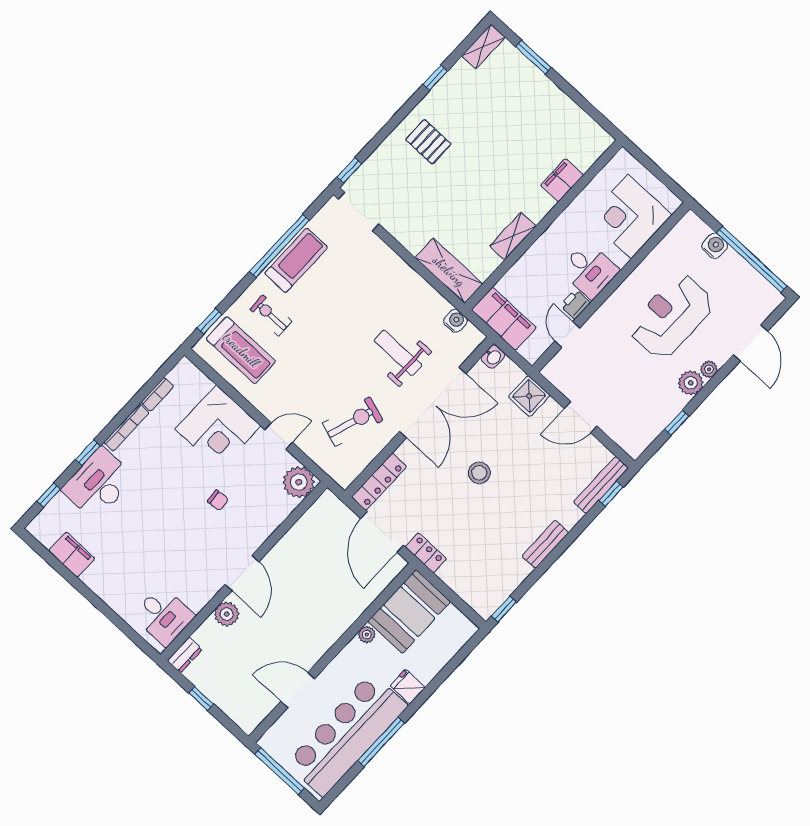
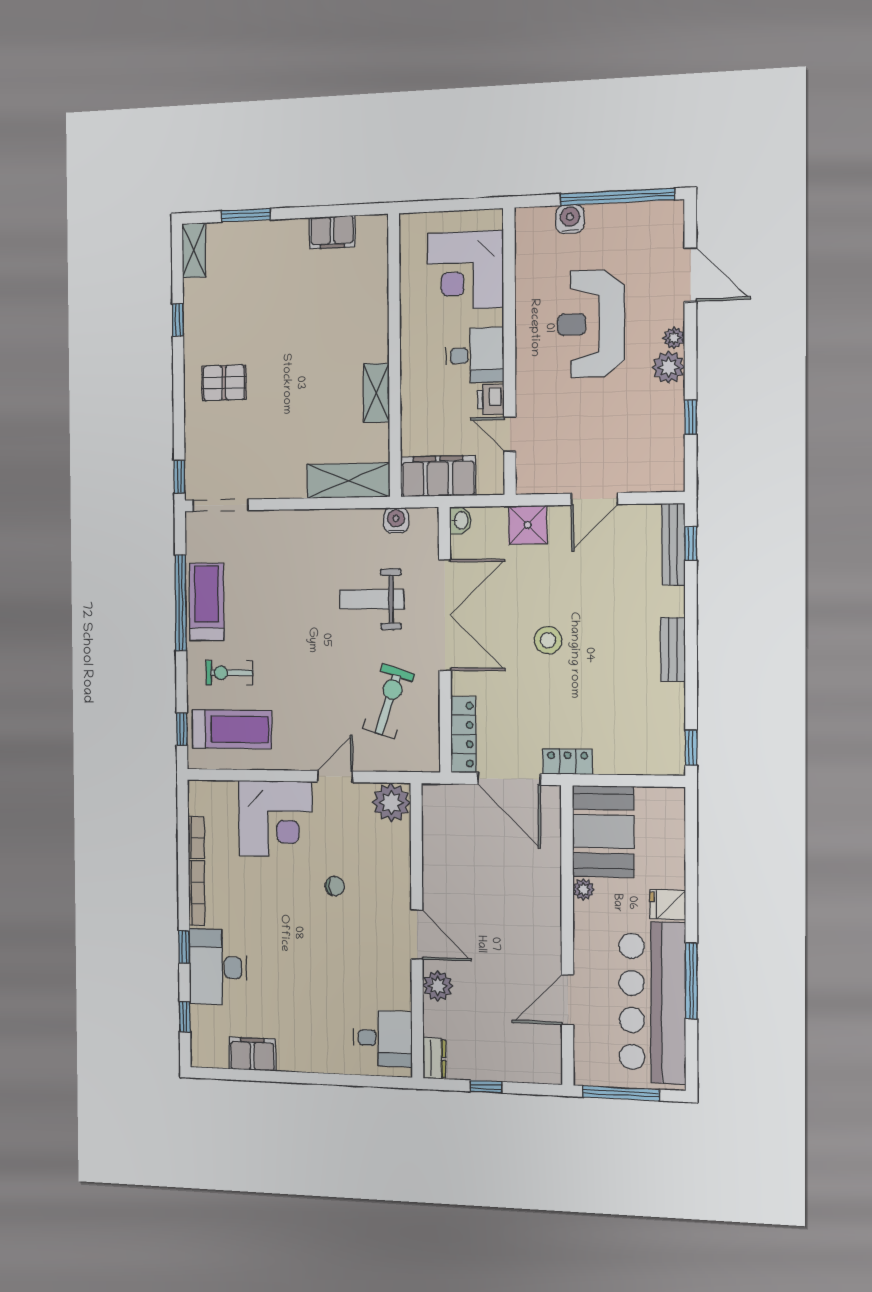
filing cabinet: (562, 180) -> (332, 232), moved, turned -90

